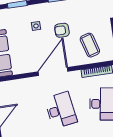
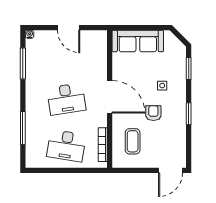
coffee table: (90, 45) -> (133, 141), turned -74

